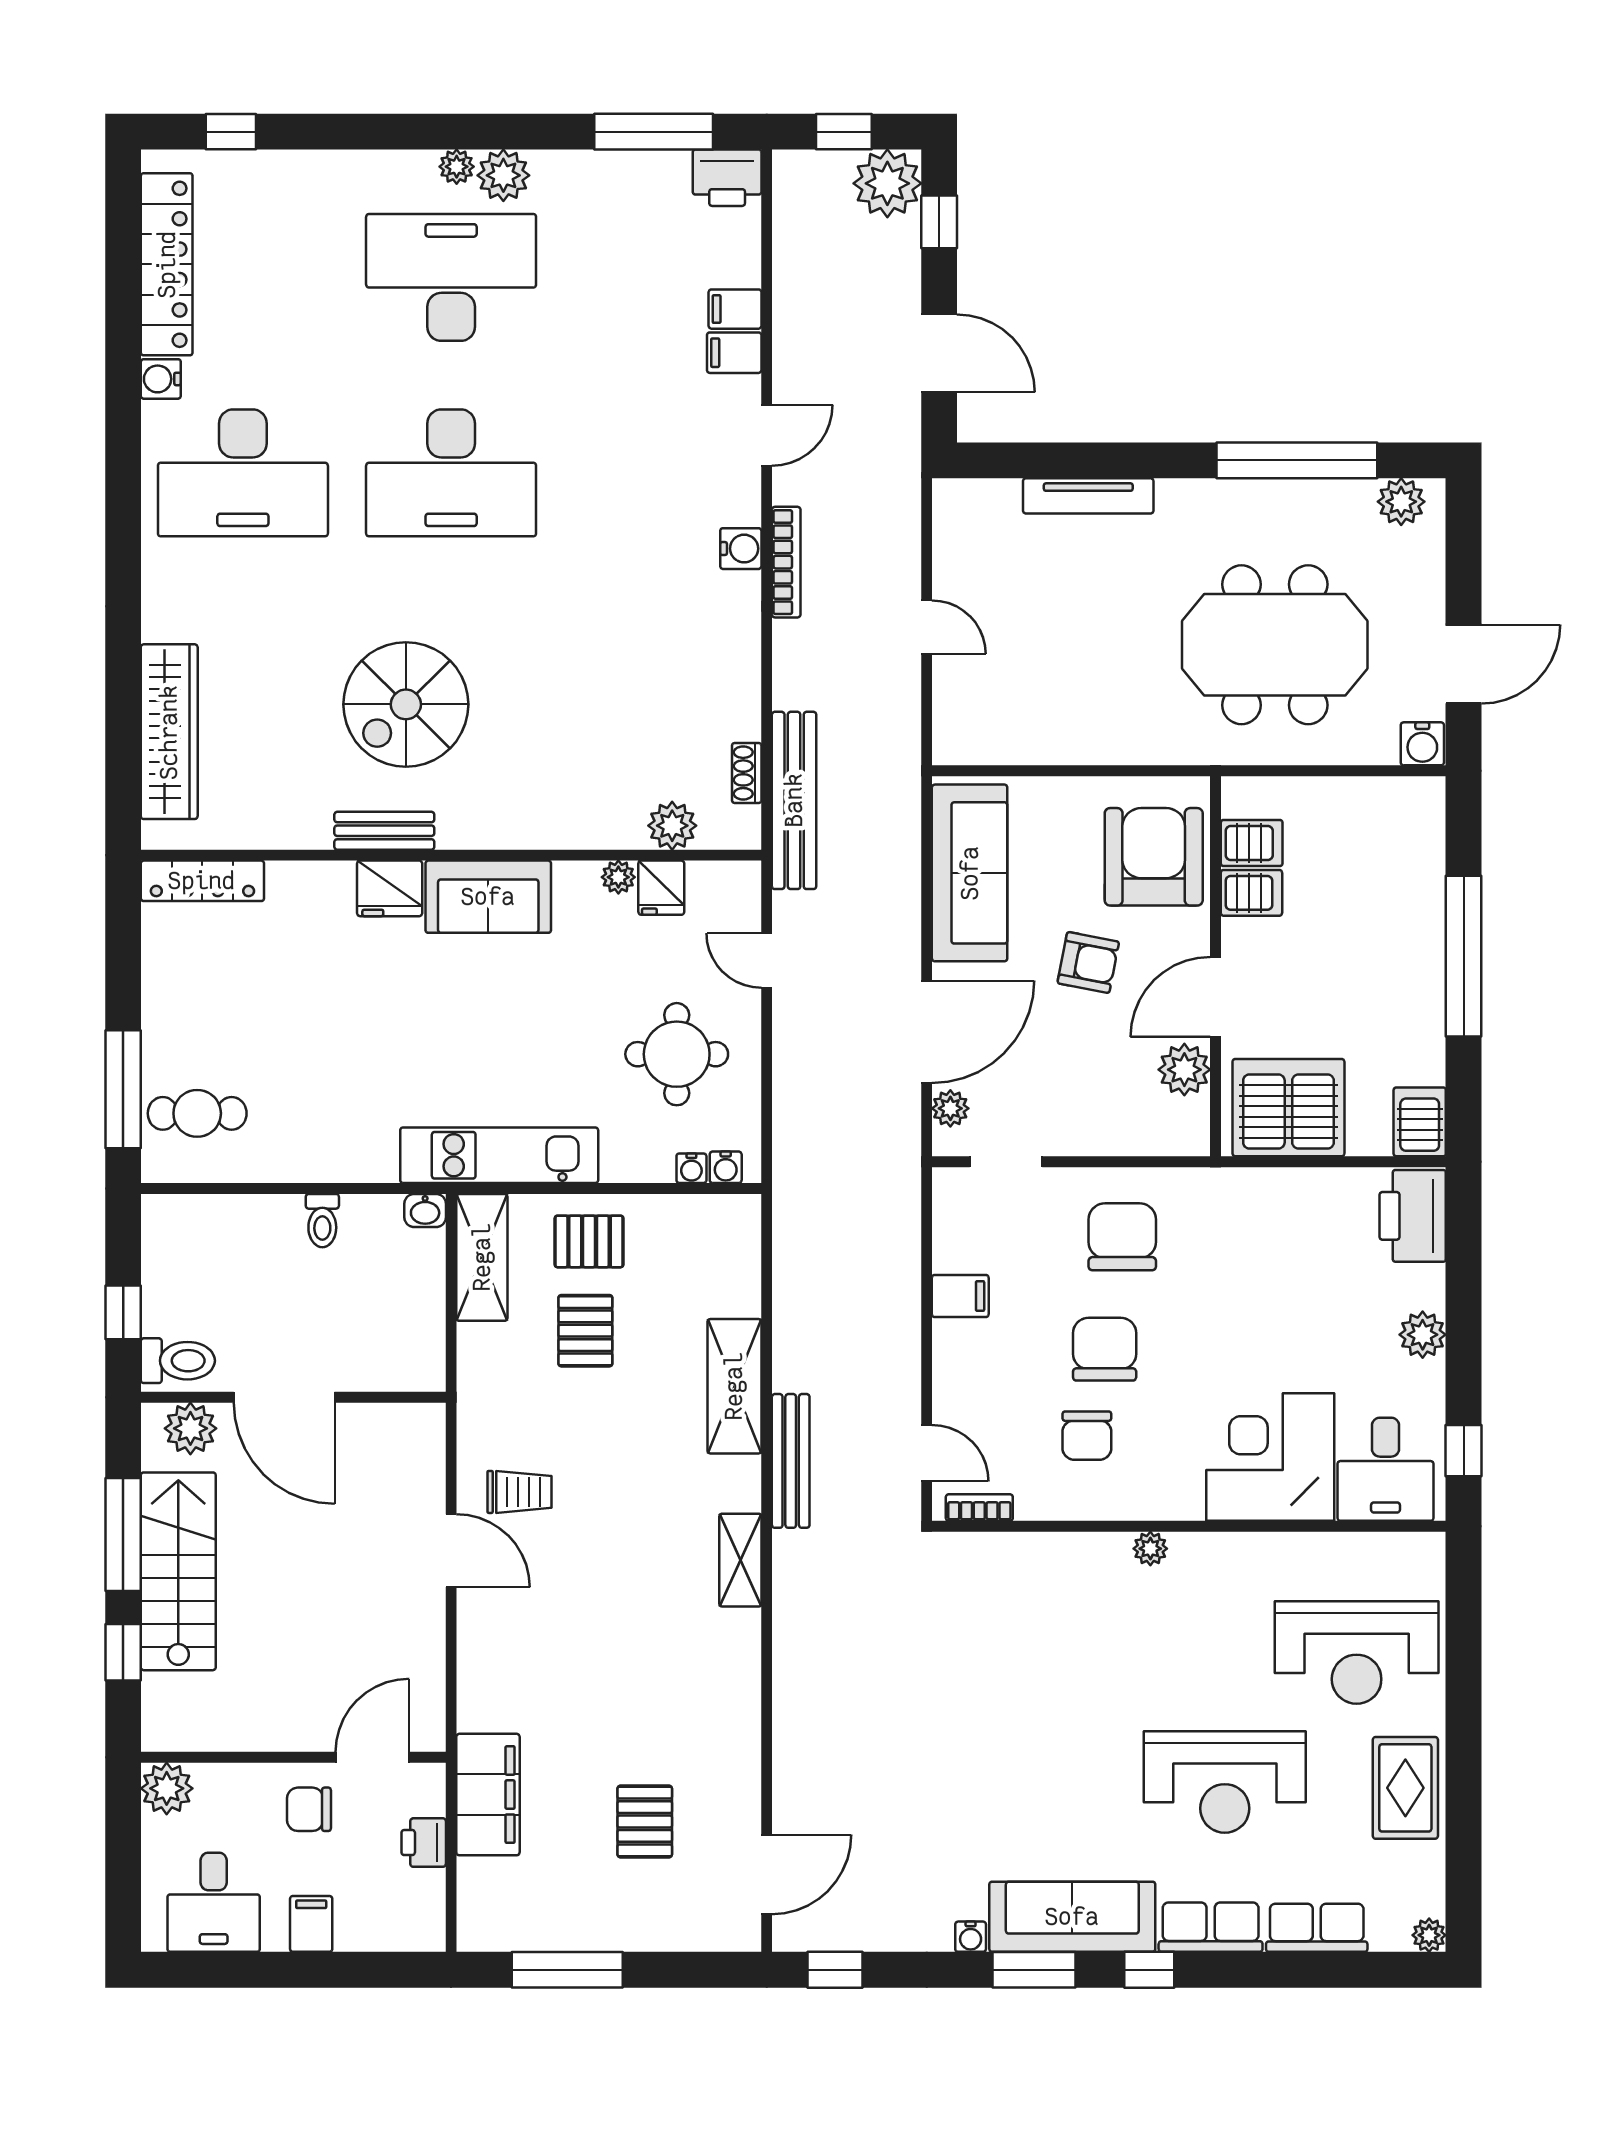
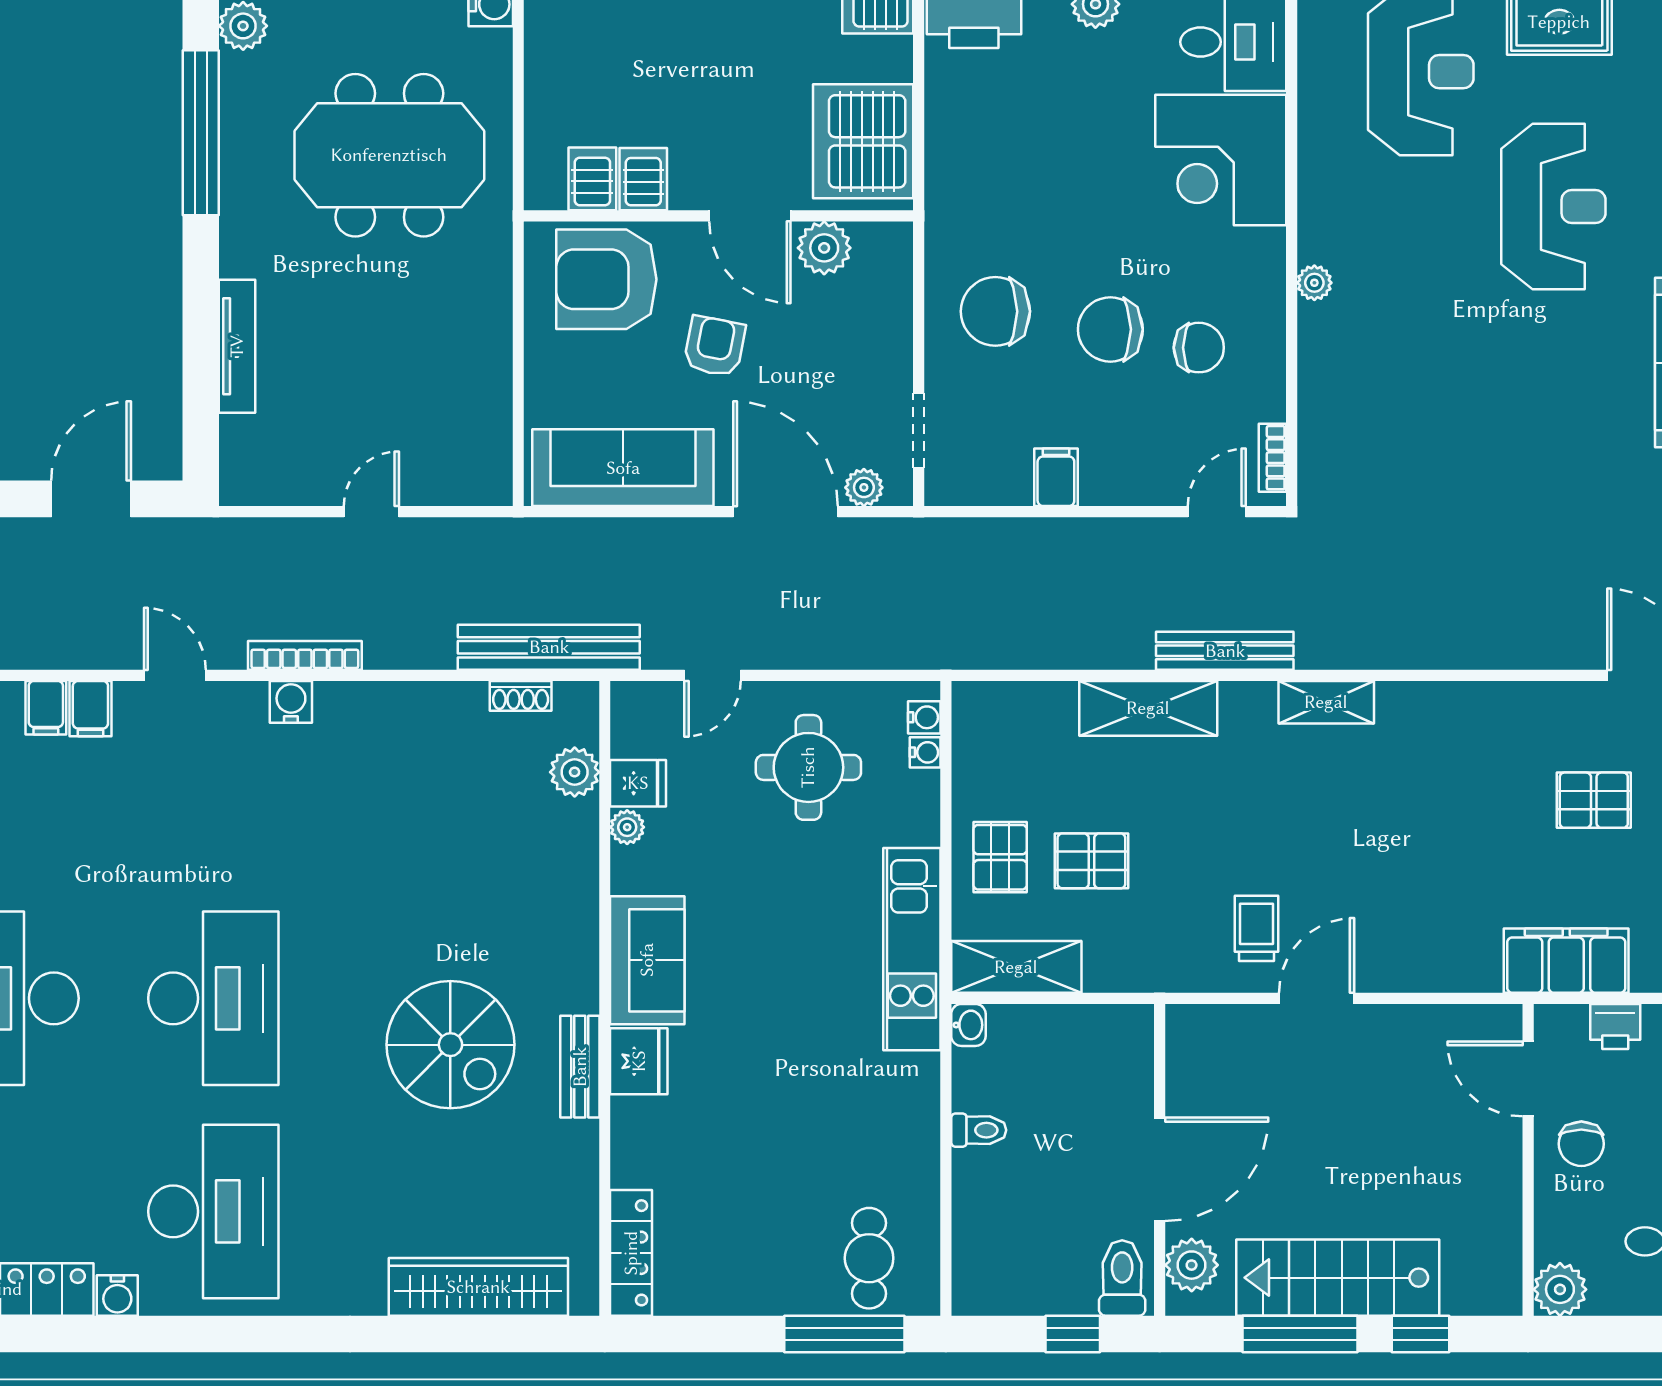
meeting table: (1275, 645) -> (389, 155), turned 90

